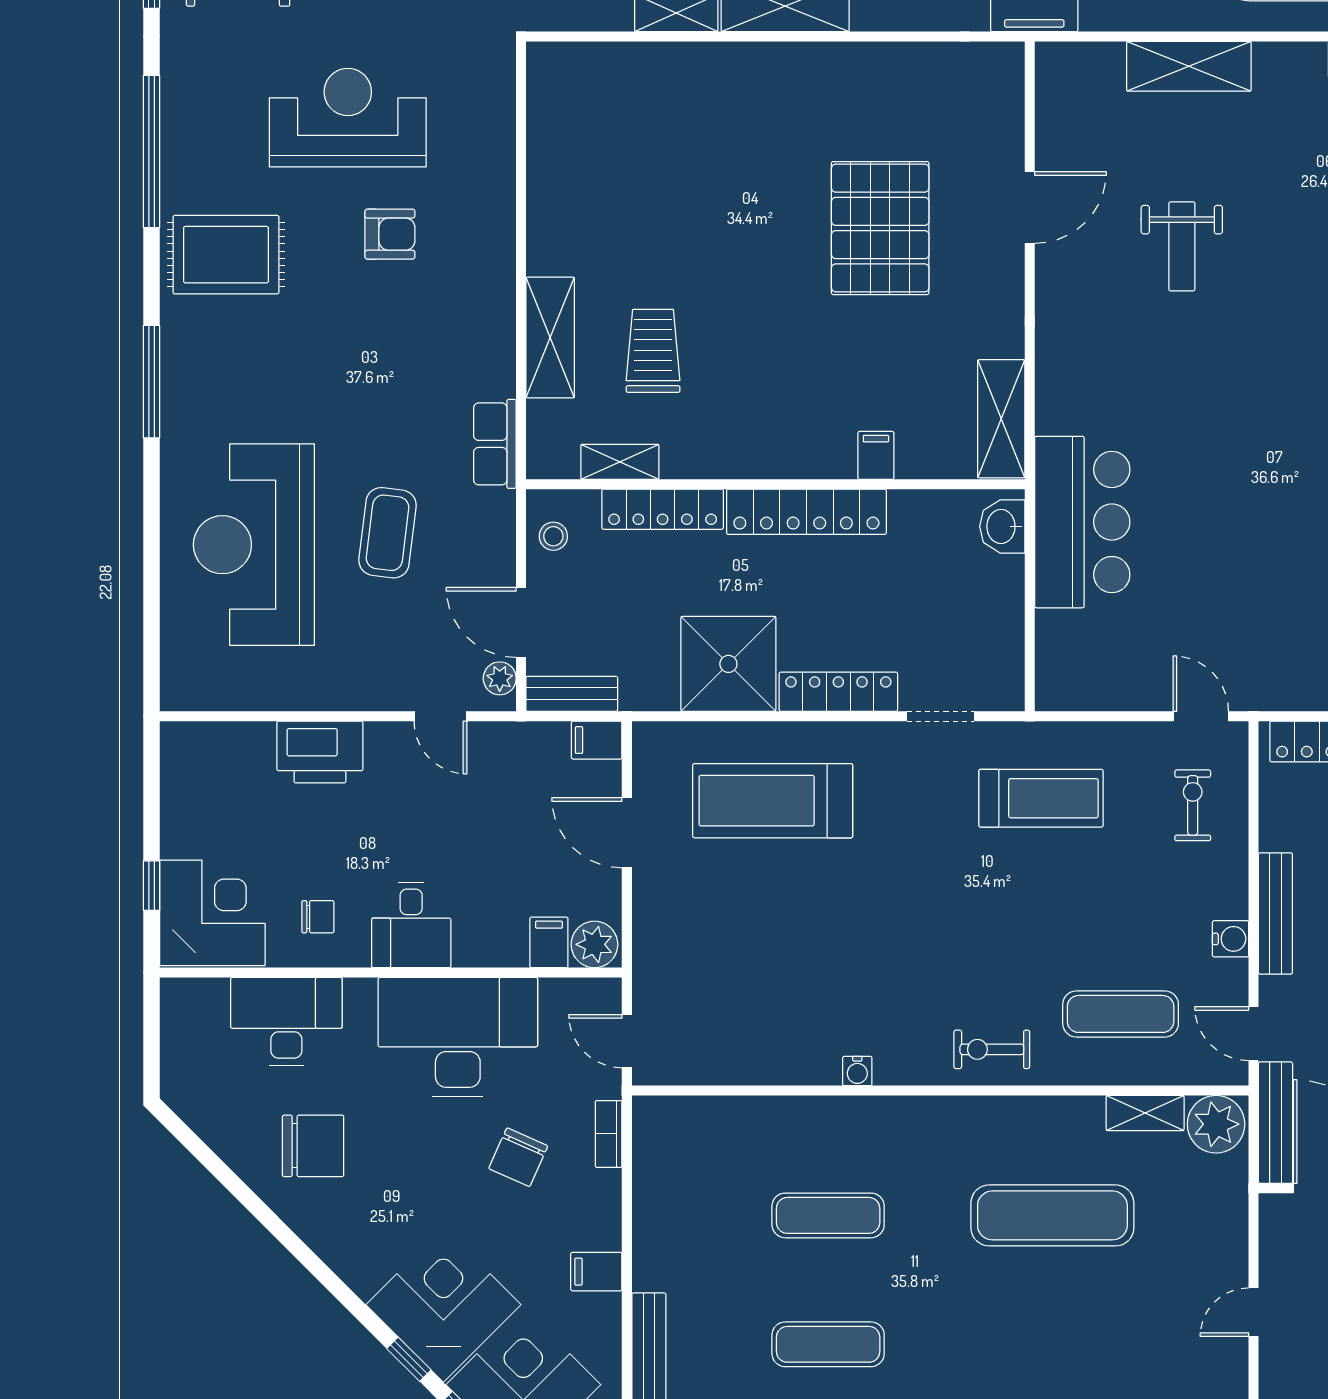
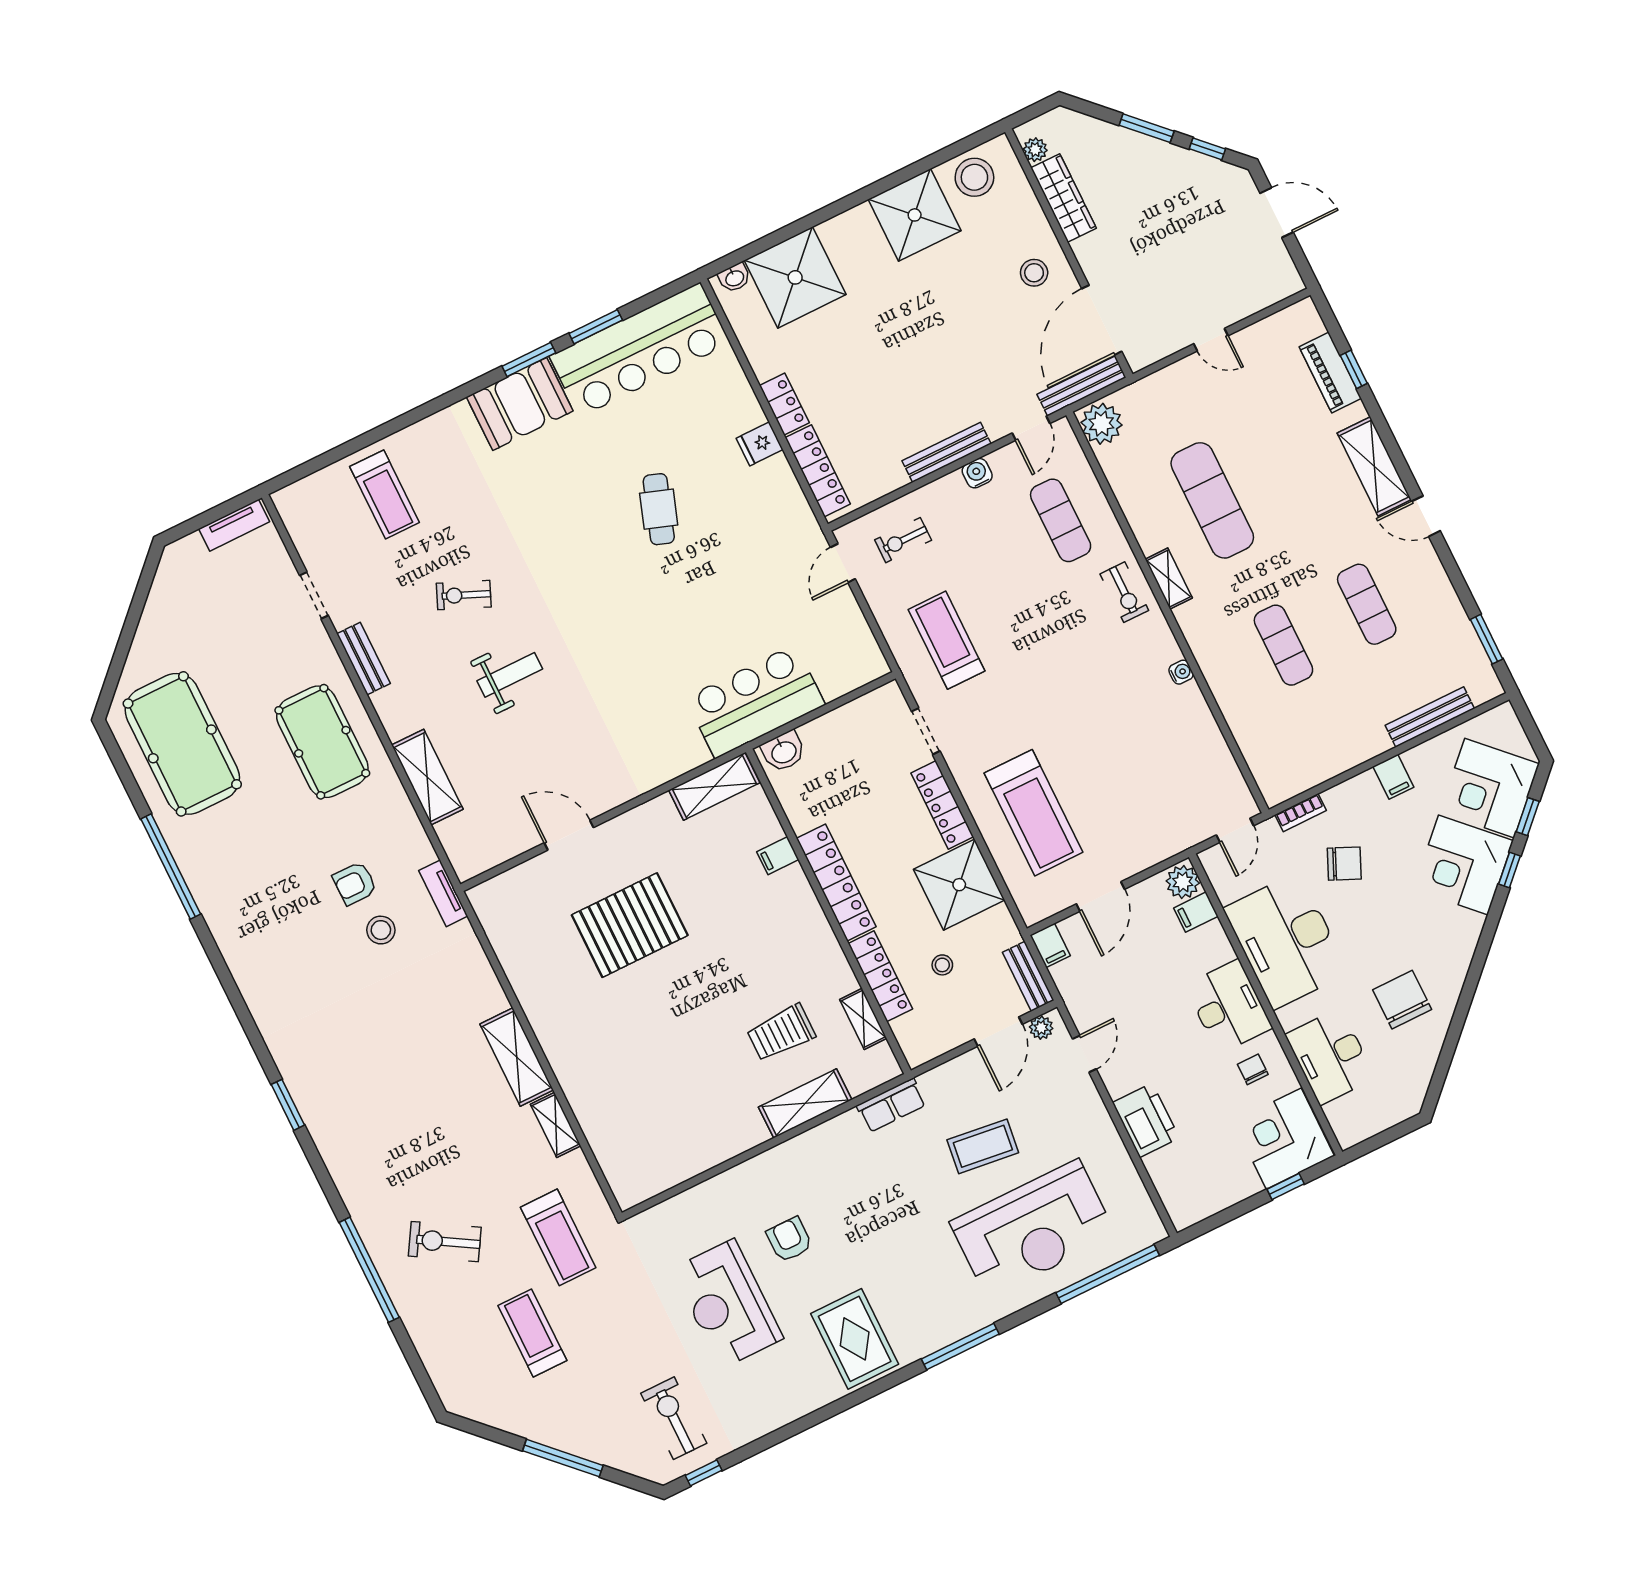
window: (152, 151) -> (1108, 1274), moved
weight bench: (1182, 246) -> (510, 675), moved
stool: (553, 536) -> (942, 965), moved
desk: (411, 925) -> (1228, 1006), width x1.37
shelving: (1145, 1113) -> (1169, 579), moved

